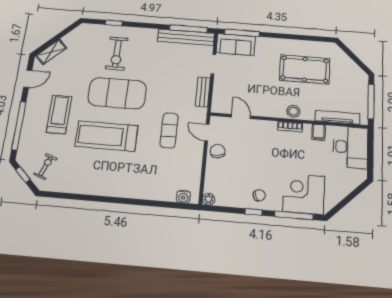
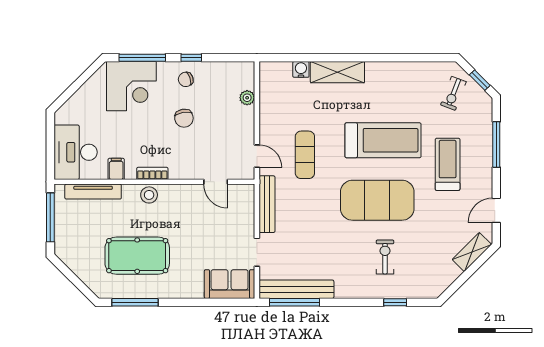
window: (242, 33) -> (135, 302), moved
exercise bike: (117, 54) -> (385, 257), width x0.73, depth x0.72
bench: (203, 92) -> (267, 204), width x1.36
treadmill: (59, 114) -> (448, 164), turned 180
window: (19, 126) -> (496, 144), width x0.68
chair: (218, 151) -> (184, 118), moved
shelving: (136, 190) -> (337, 72), added
water cooler: (183, 197) -> (301, 69), moved
plant: (209, 199) -> (247, 98), moved

